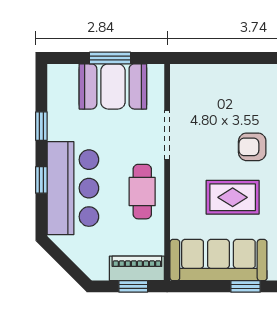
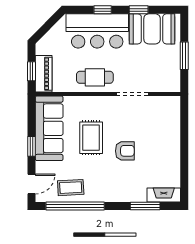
booth: (113, 86) -> (152, 29), moved, turned 90
armchair: (252, 147) -> (125, 151), turned 90

